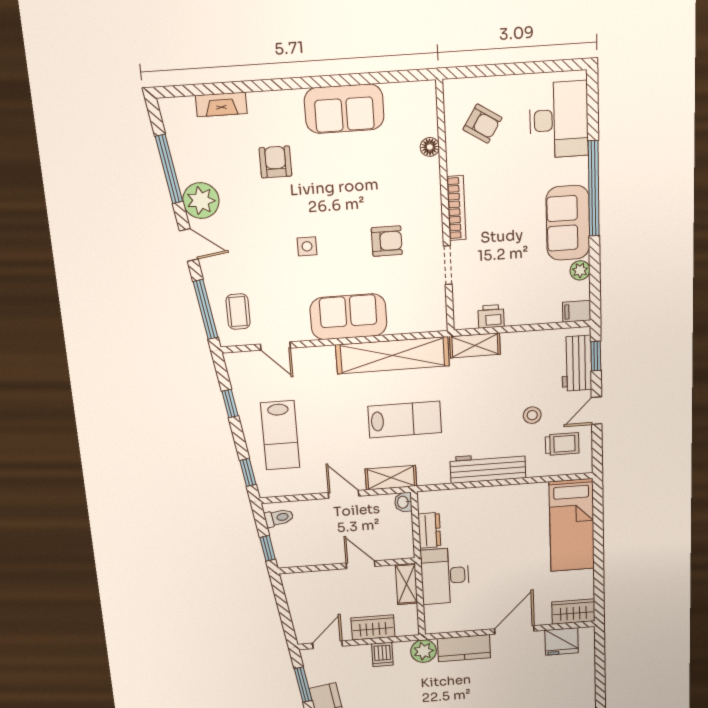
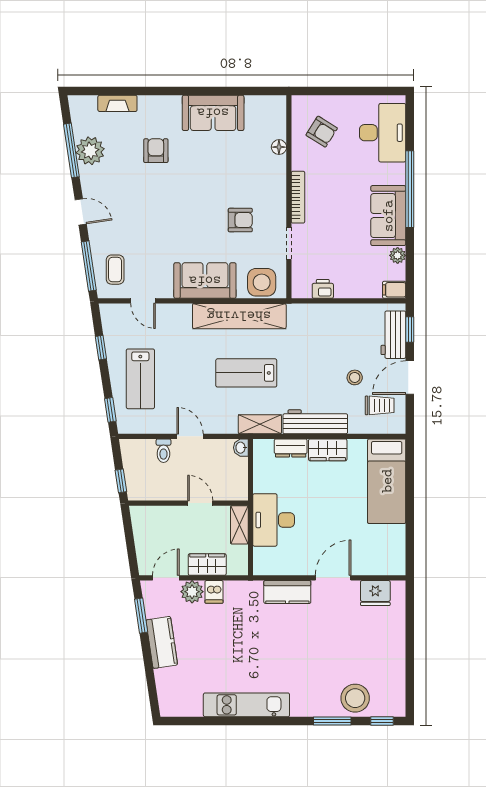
plant: (201, 201) -> (90, 151), moved
side table: (307, 246) -> (262, 282), moved, width x1.87, depth x1.87
shelving: (475, 345) -> (308, 313), removed
door: (597, 411) -> (410, 378), width x1.38
lab bench: (405, 419) -> (246, 373), turned 180
shelving: (391, 478) -> (260, 424), moved
toilet: (279, 518) -> (163, 451), moved, turned 99
dresser: (429, 530) -> (291, 448), moved, turned 90
wardrobe: (573, 612) -> (328, 450), moved, turned 180
plant: (424, 651) -> (192, 592), moved

